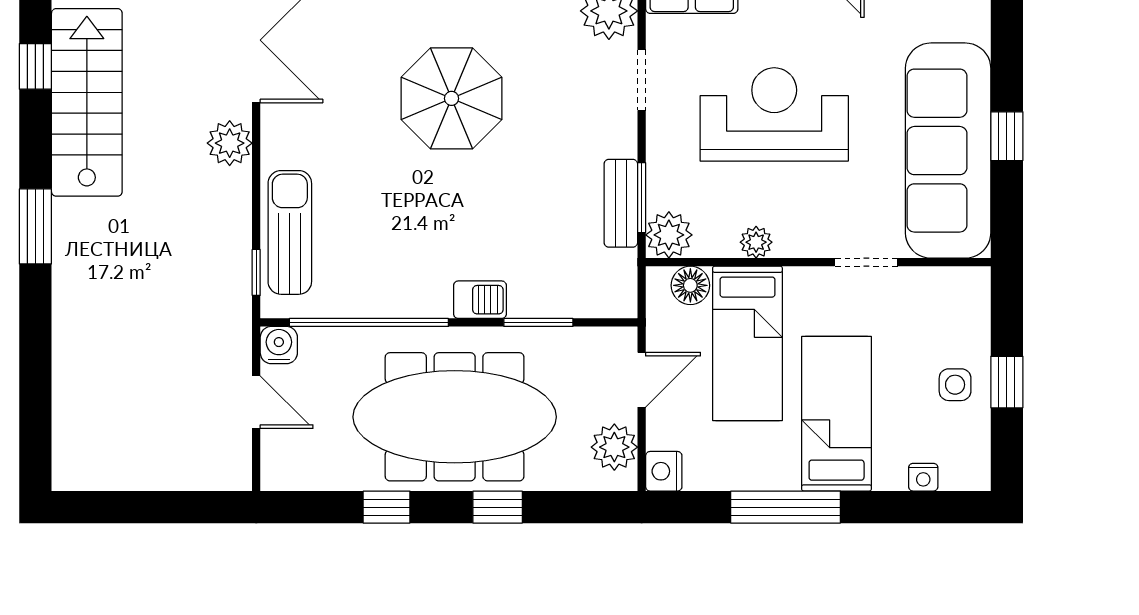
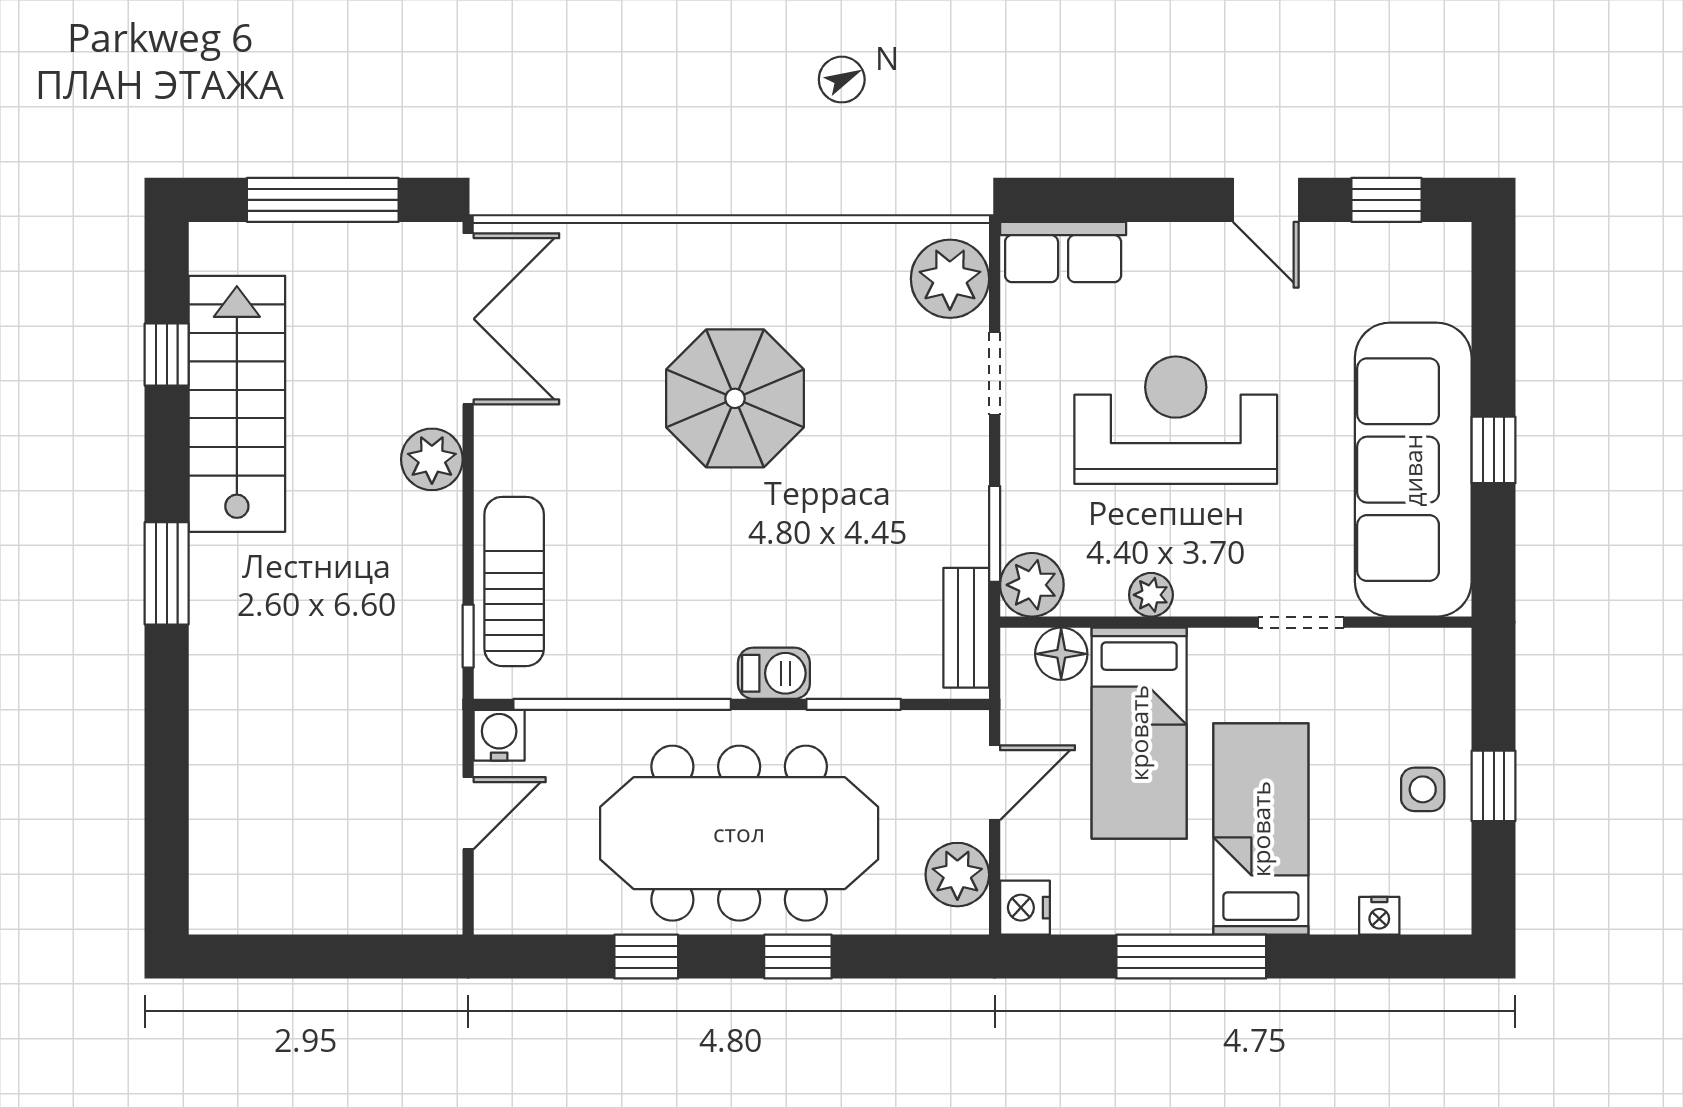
bench: (621, 203) -> (966, 628), moved
door: (256, 402) -> (468, 813), hinge flipped

